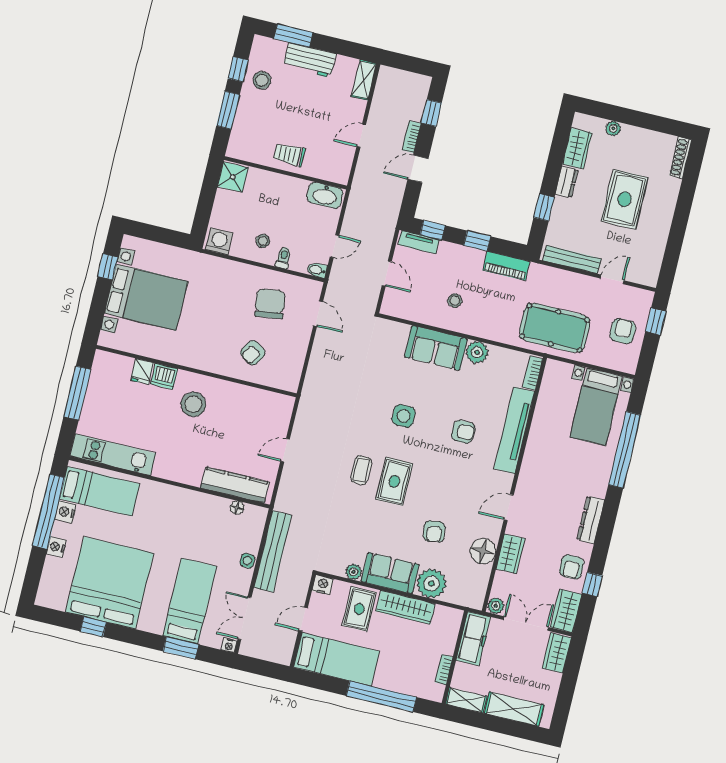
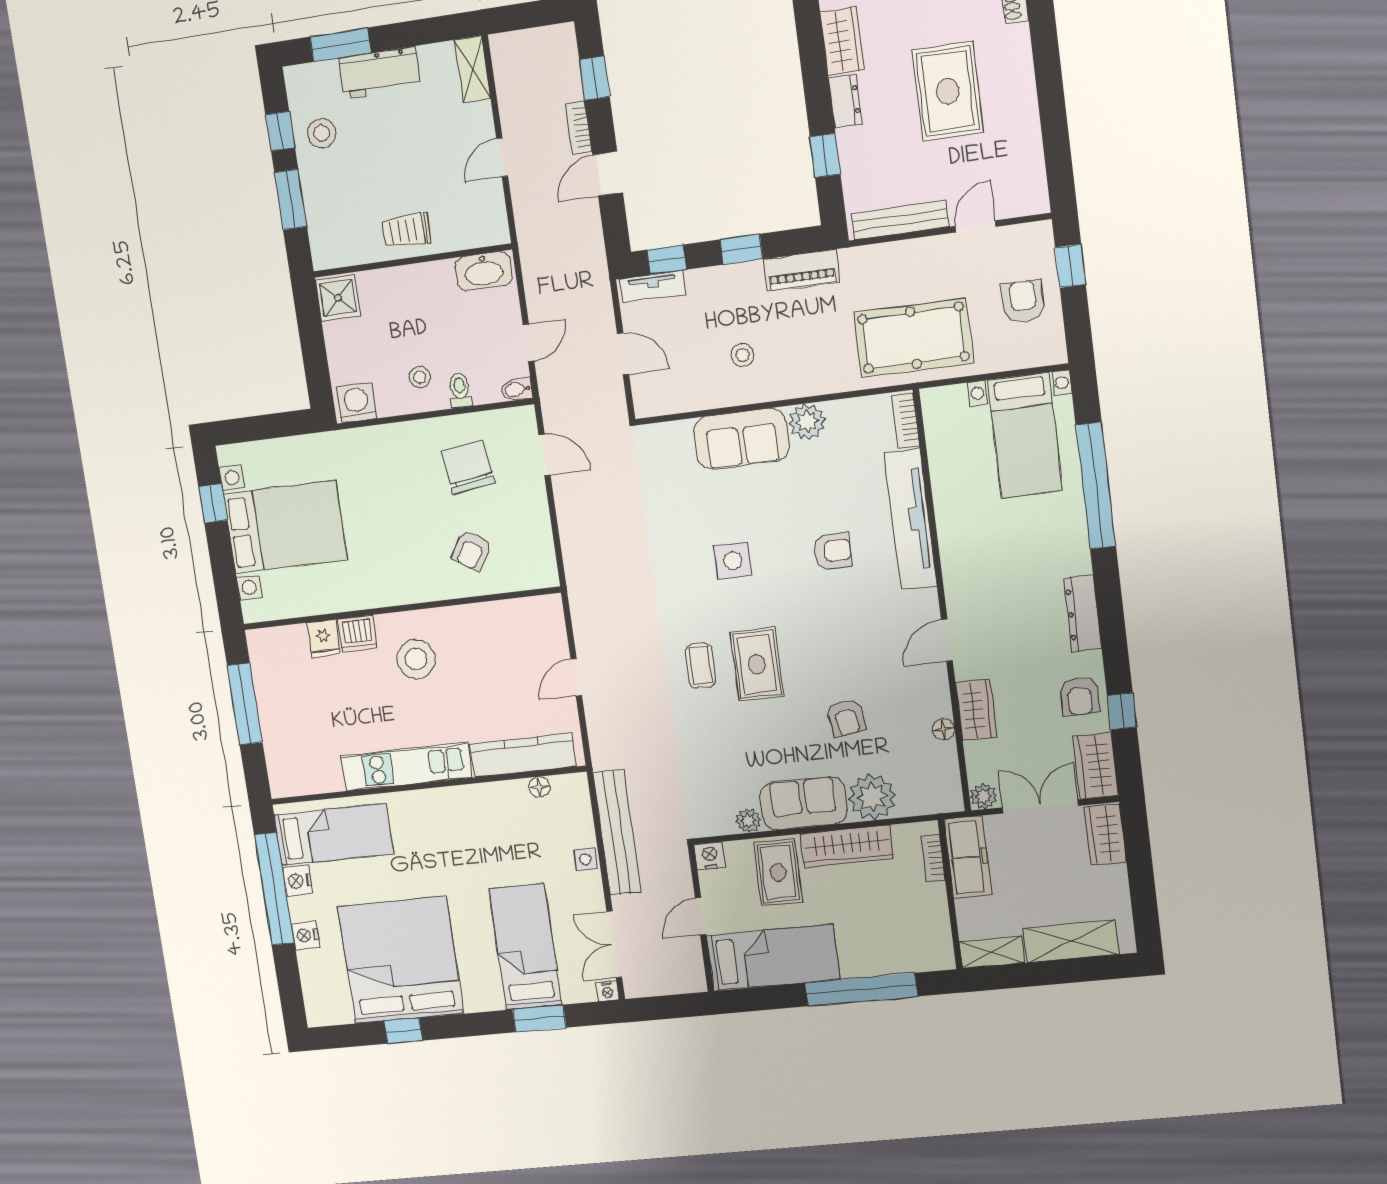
kitchen unit: (113, 455) -> (407, 766), moved
floor lamp: (483, 551) -> (944, 729), width x0.53, depth x0.53
bookcase: (444, 670) -> (933, 858), moved

